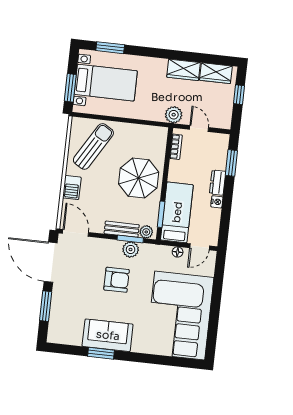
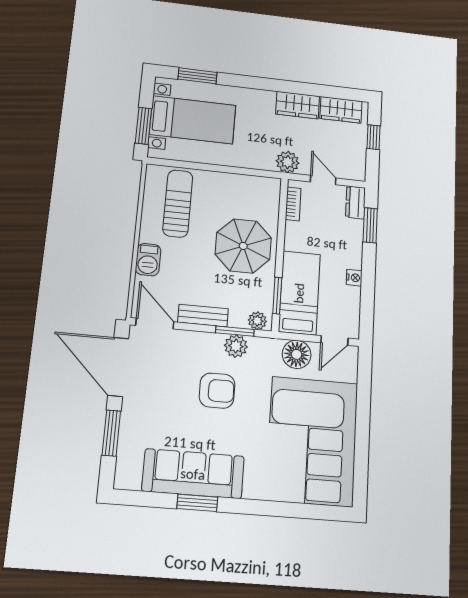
sun lounger: (93, 146) -> (178, 203), turned -31
dresser: (218, 183) -> (355, 202), moved
bench: (122, 229) -> (203, 316), moved
floor lamp: (178, 252) -> (297, 354), width x1.89, depth x1.89
sofa: (108, 335) -> (193, 474), width x1.36

